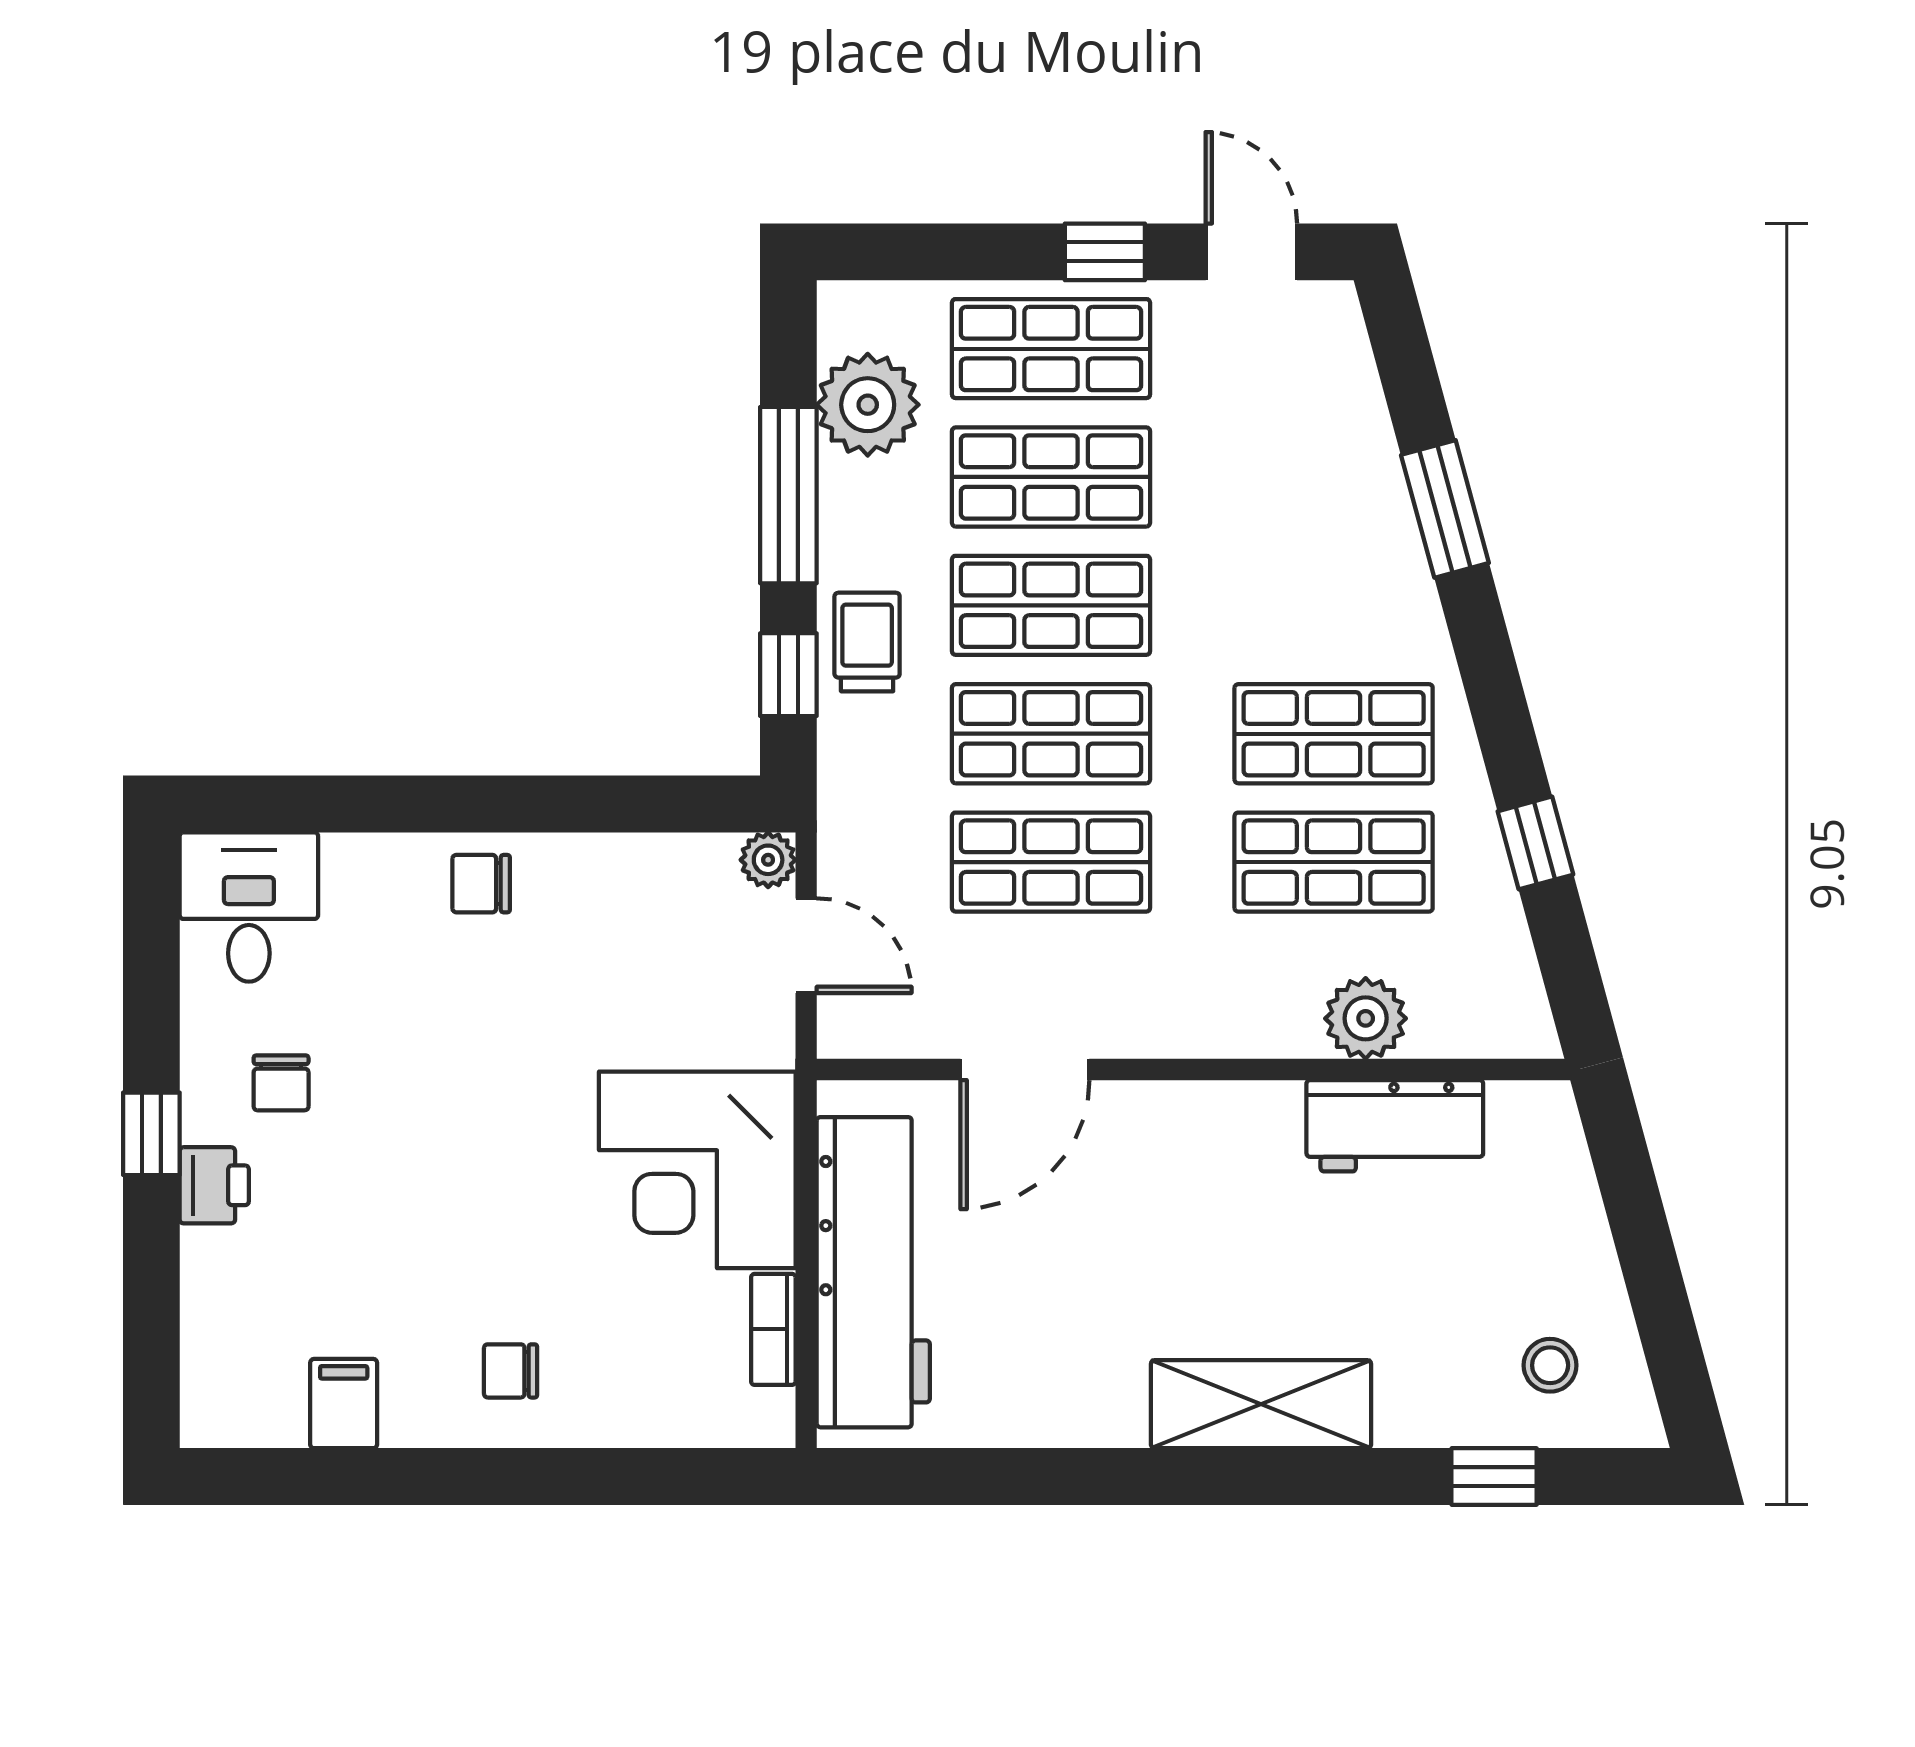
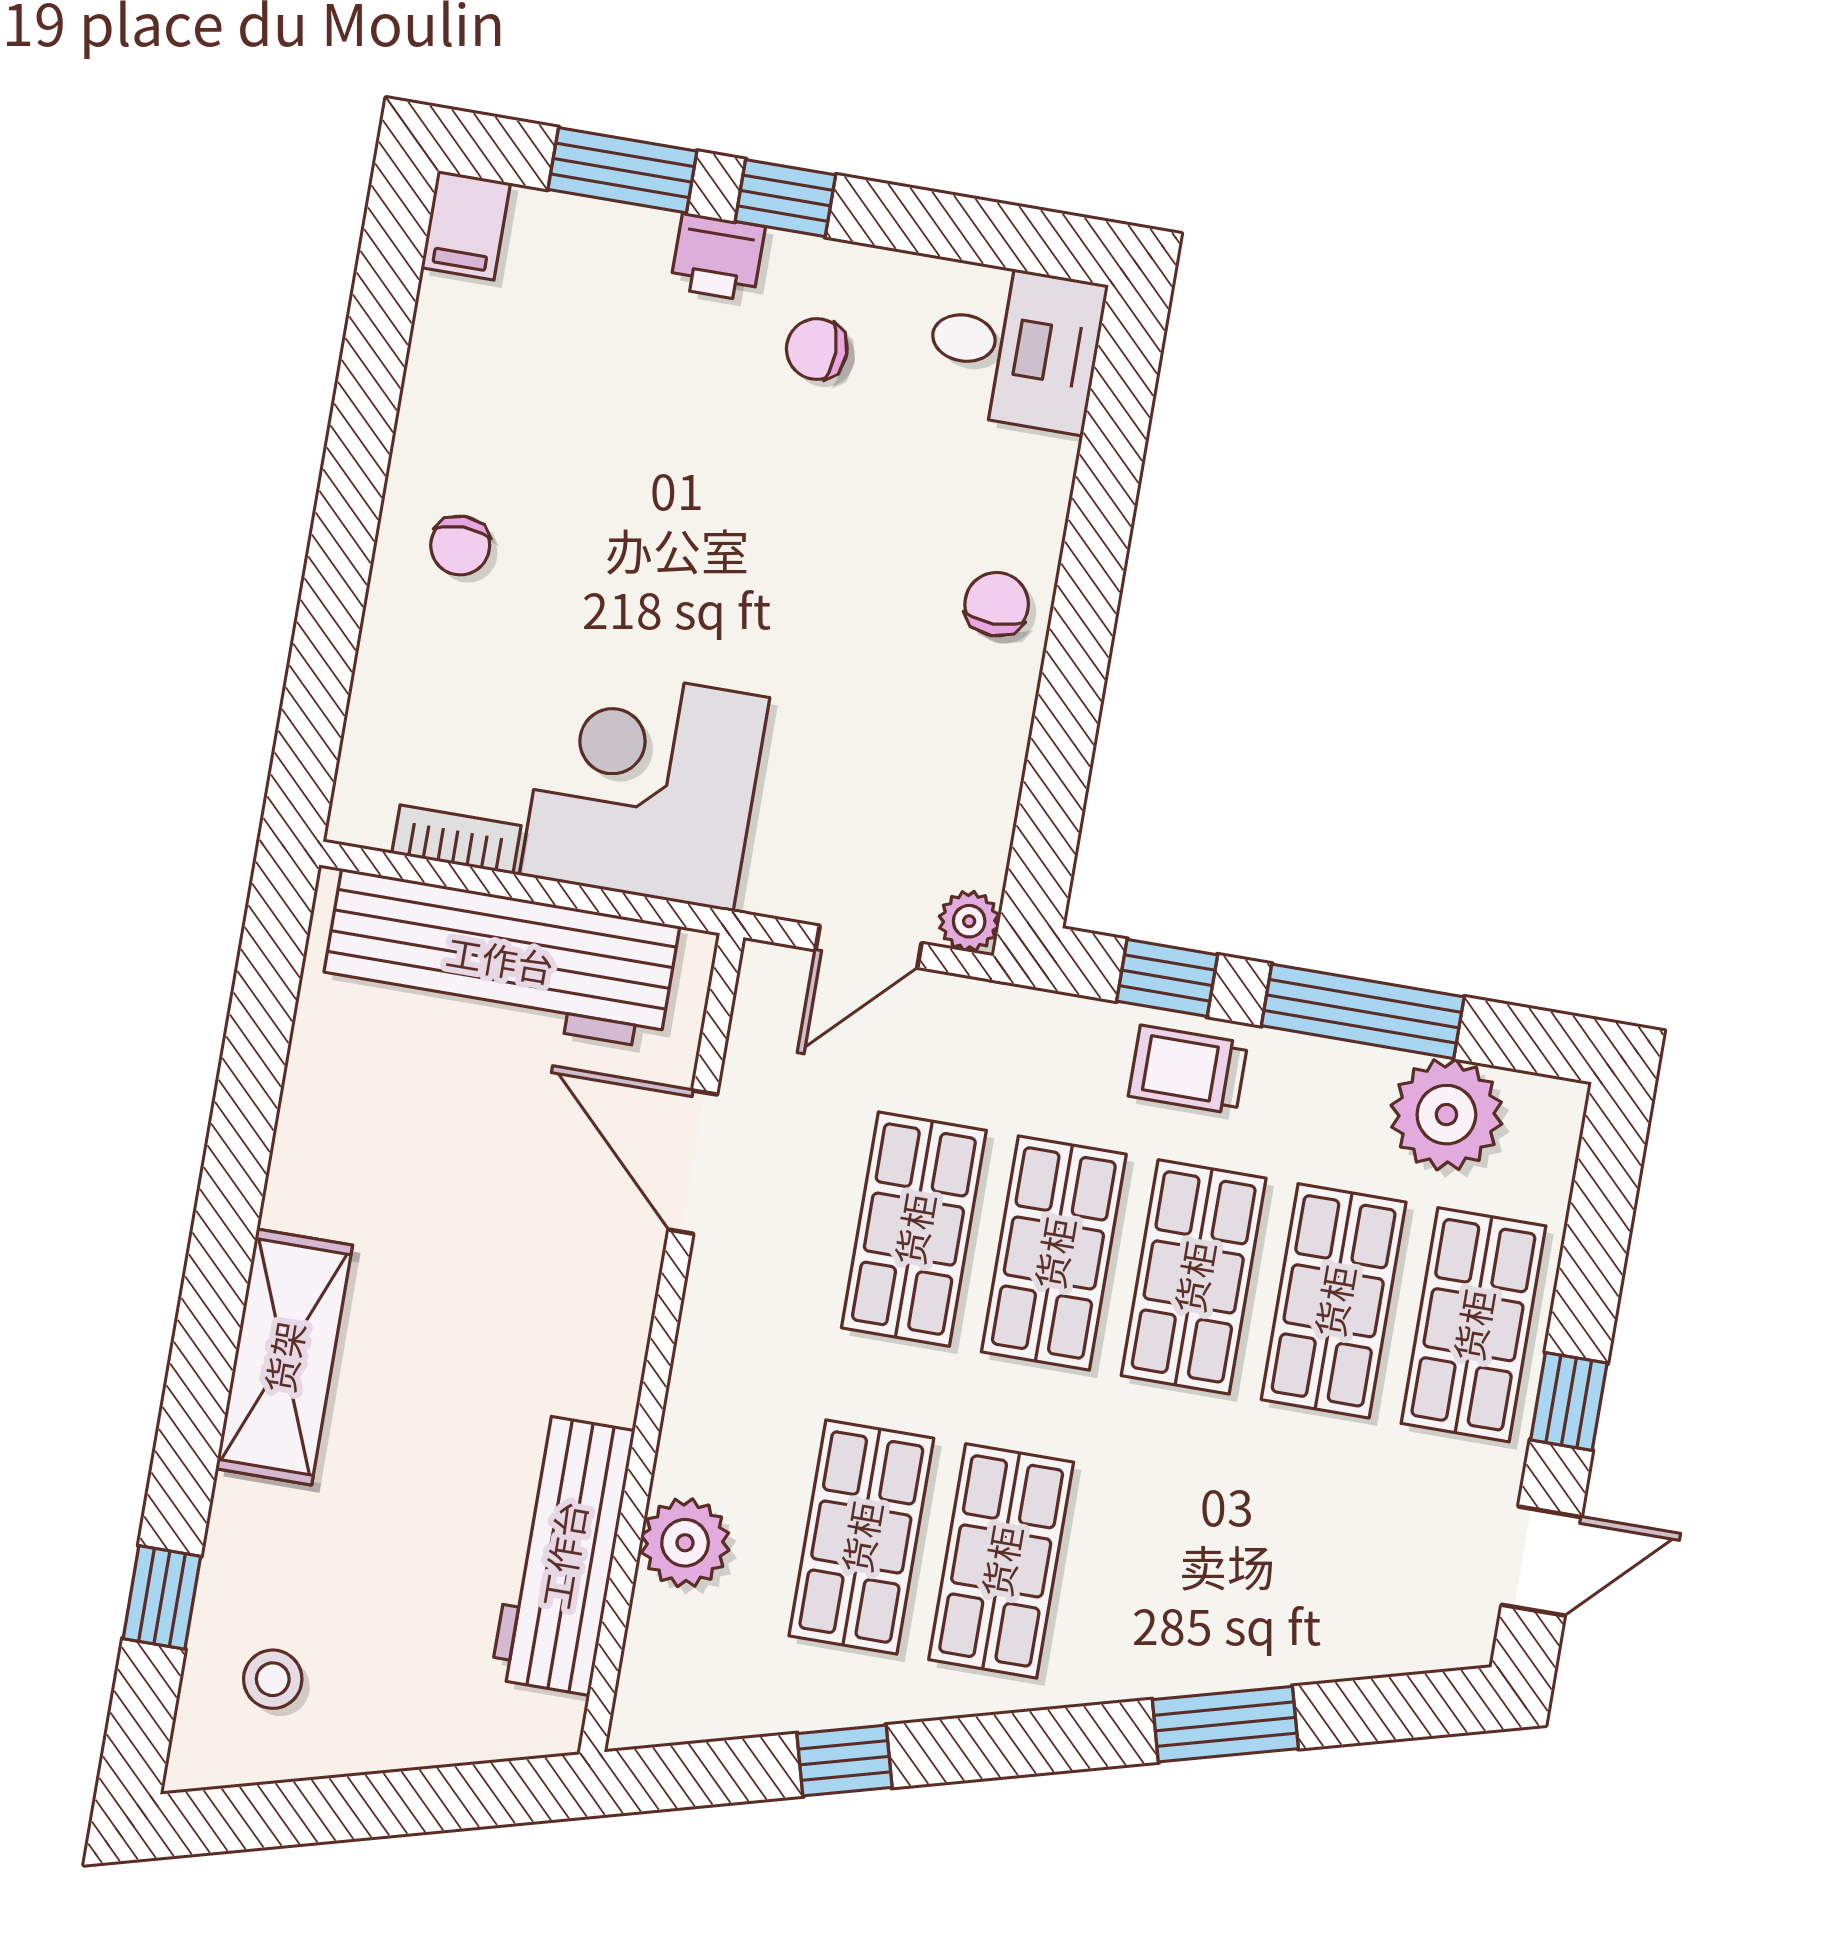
trolley: (867, 642) -> (1188, 1070), turned 180
workbench: (1395, 1126) -> (563, 1555), width x1.38
window: (151, 1283) -> (622, 170), added
chair: (511, 1371) -> (460, 545), turned 180
filing cabinet: (344, 1404) -> (466, 225), moved, turned 90

